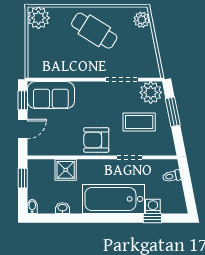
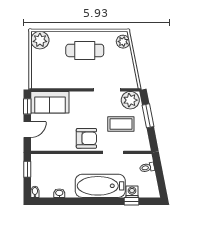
cafe table: (94, 31) -> (85, 50), turned -32
armchair: (96, 140) -> (86, 138), turned 180
shower: (66, 170) -> (62, 162), removed

